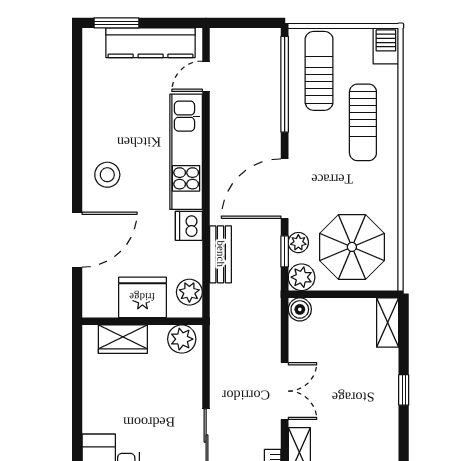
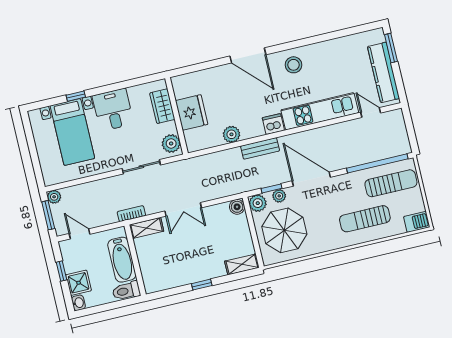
fridge: (142, 297) -> (192, 112), moved
wall: (142, 321) -> (176, 116), moved
wardrobe: (123, 339) -> (162, 106), moved
plant: (182, 339) -> (171, 143), moved

